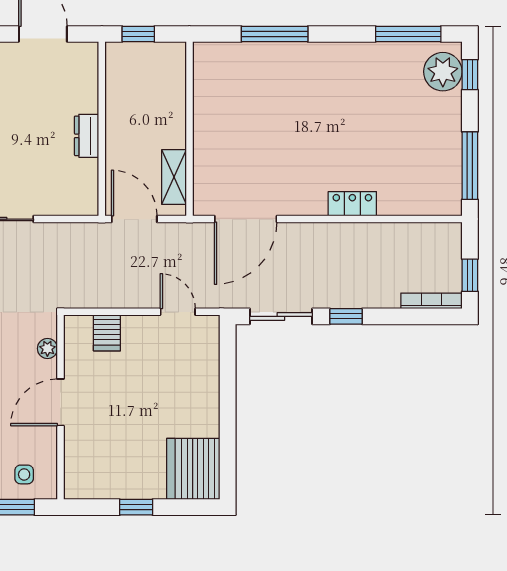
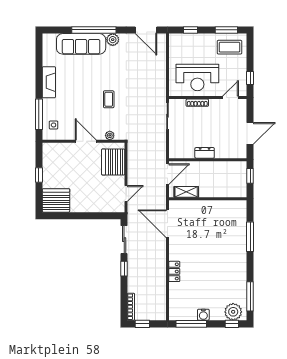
water cooler: (449, 139) -> (203, 315), added
server rack: (107, 333) -> (113, 162), width x2.18, depth x1.44

